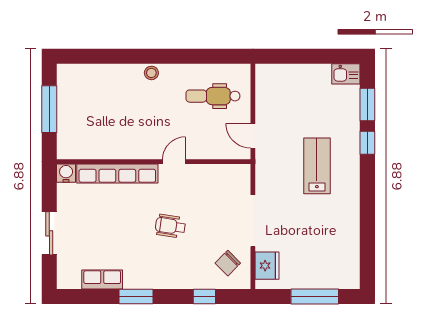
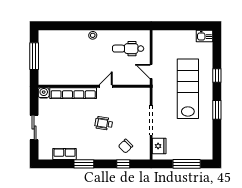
window: (367, 104) -> (217, 110), moved
lab bench: (317, 166) -> (188, 89), width x1.86, depth x1.39
chair: (228, 263) -> (126, 146), moved

